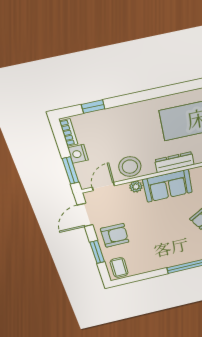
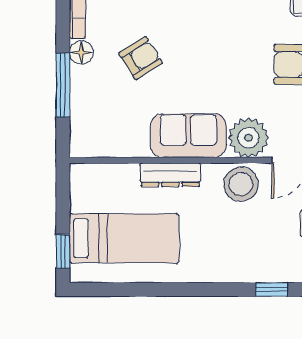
plant: (136, 187) -> (248, 138), width x1.88, depth x1.88

